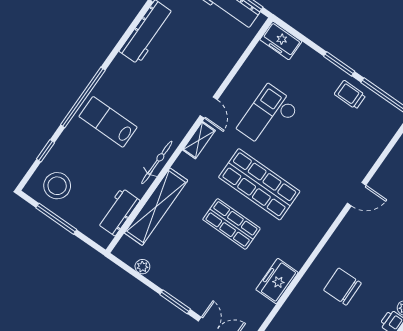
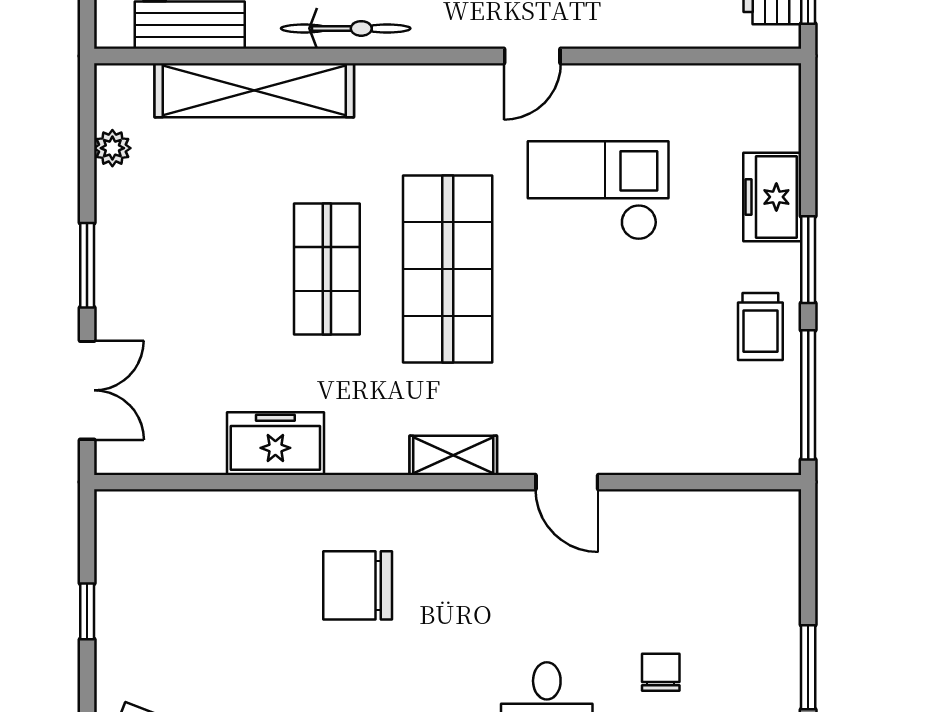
freezer: (281, 41) -> (772, 197), moved
trolley: (350, 95) -> (760, 326), turned 180
shelving: (199, 140) -> (453, 455), moved
chair: (342, 287) -> (358, 585), turned -89

